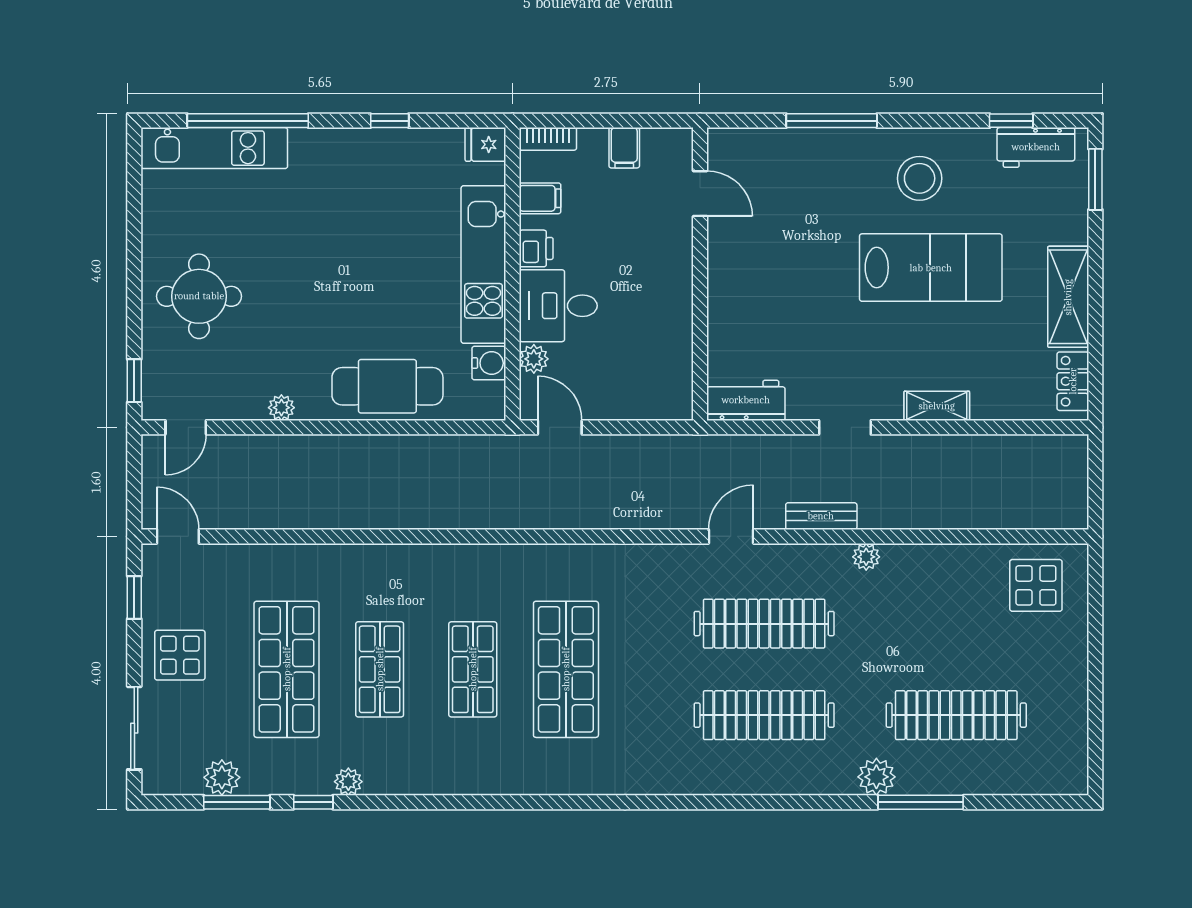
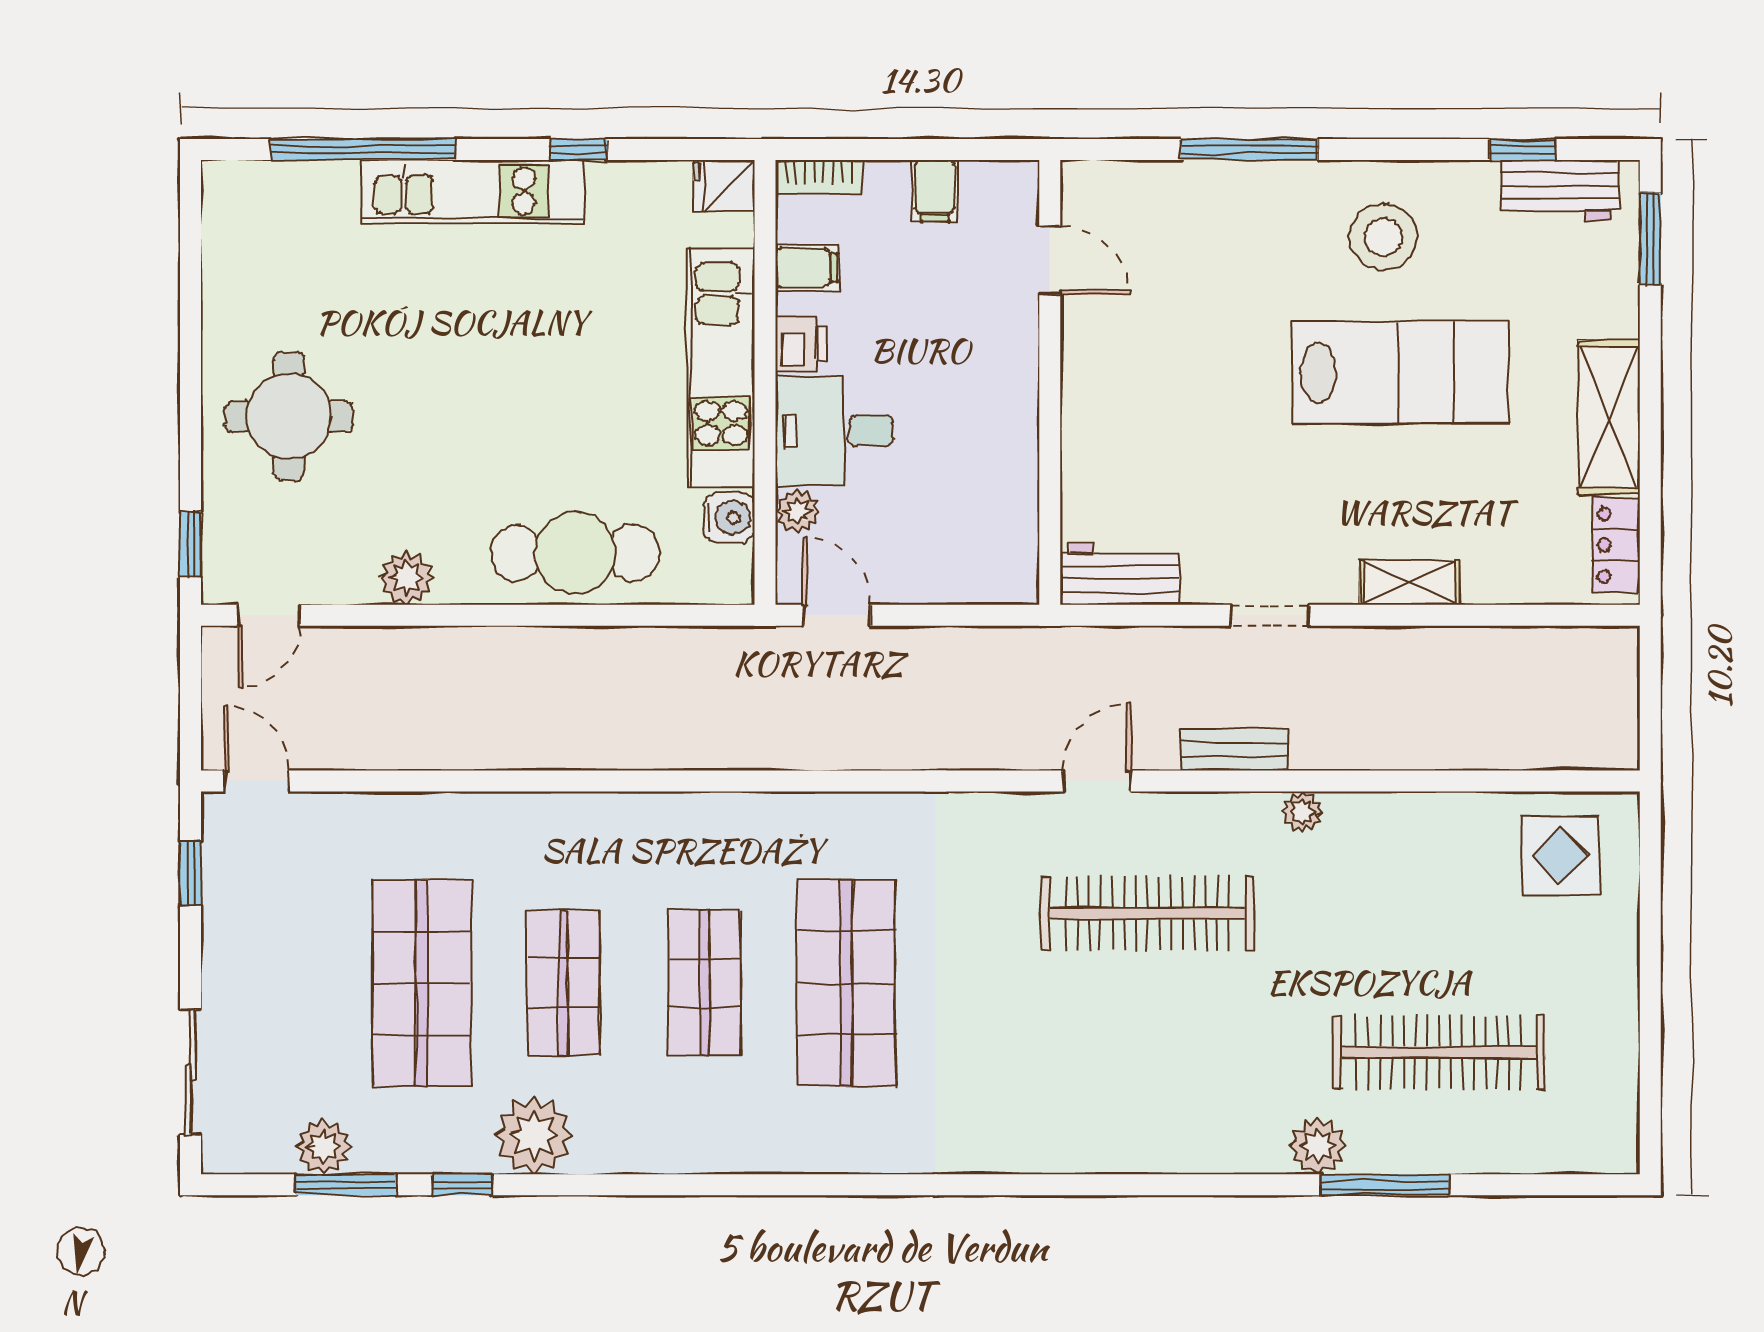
kitchen unit: (214, 148) -> (473, 191), moved
plant: (281, 408) -> (407, 578), width x1.38, depth x1.38
display table: (180, 655) -> (260, 961), removed
clothes rail: (764, 715) -> (1147, 1052), removed
plant: (348, 782) -> (534, 1135), width x1.88, depth x1.88

